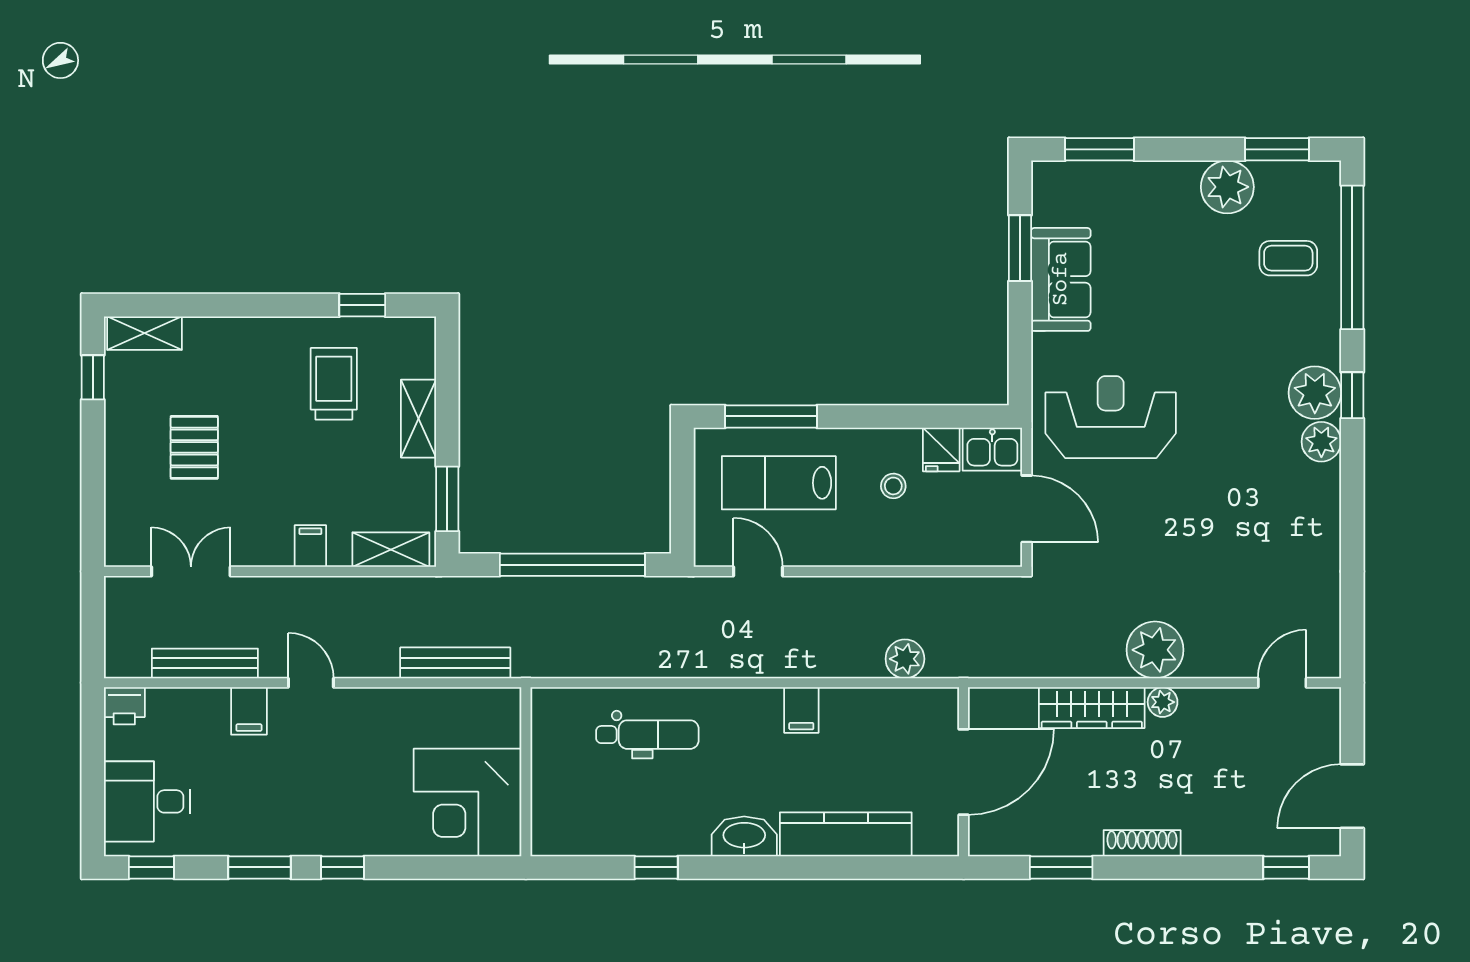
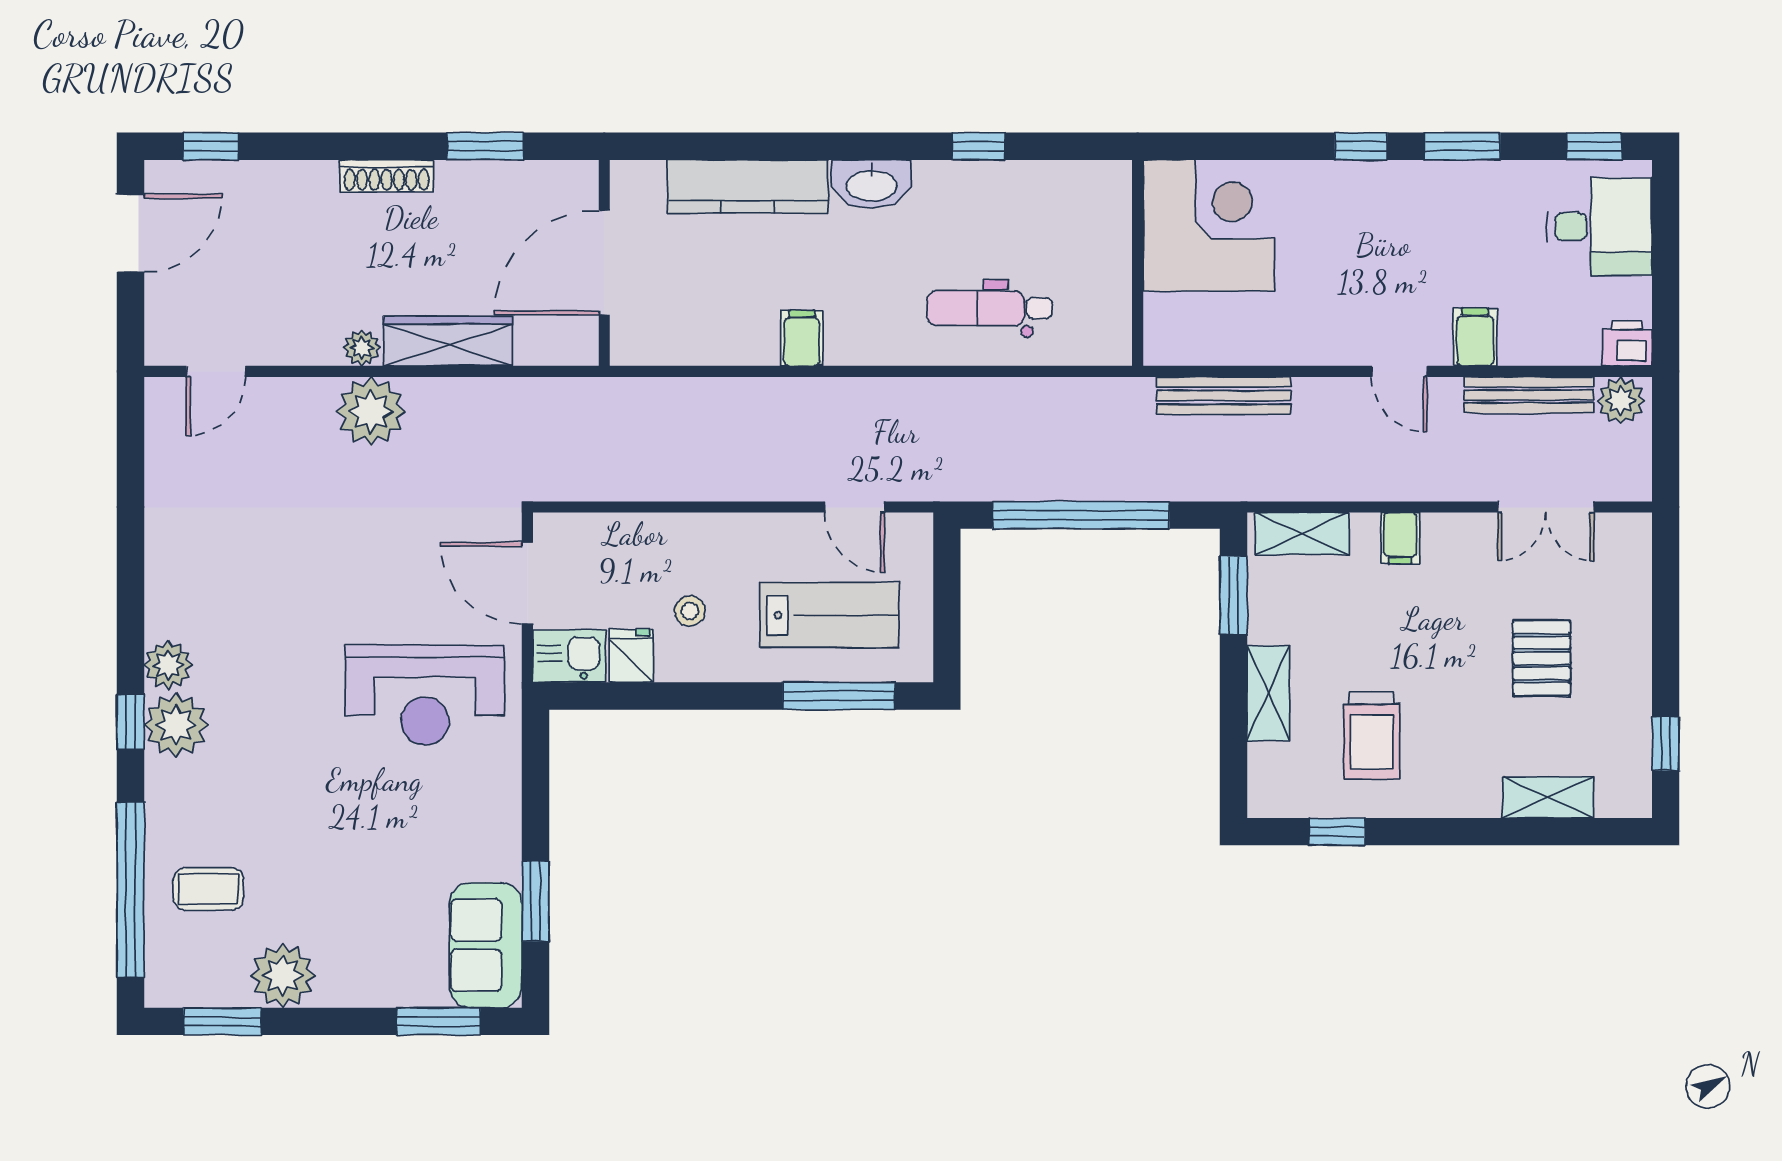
sofa: (1061, 279) -> (486, 945), moved
shelving: (145, 333) -> (1548, 797), moved
plant: (905, 659) -> (1621, 401), moved

